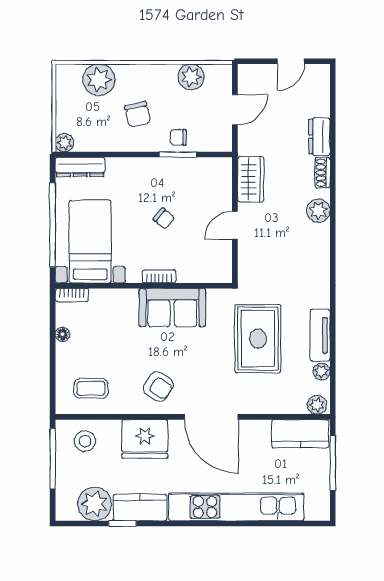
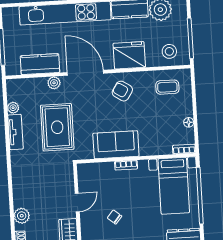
chair: (164, 219) -> (114, 217), moved
plant: (317, 405) -> (54, 83), moved
kitchen counter: (300, 434) -> (40, 64), moved

